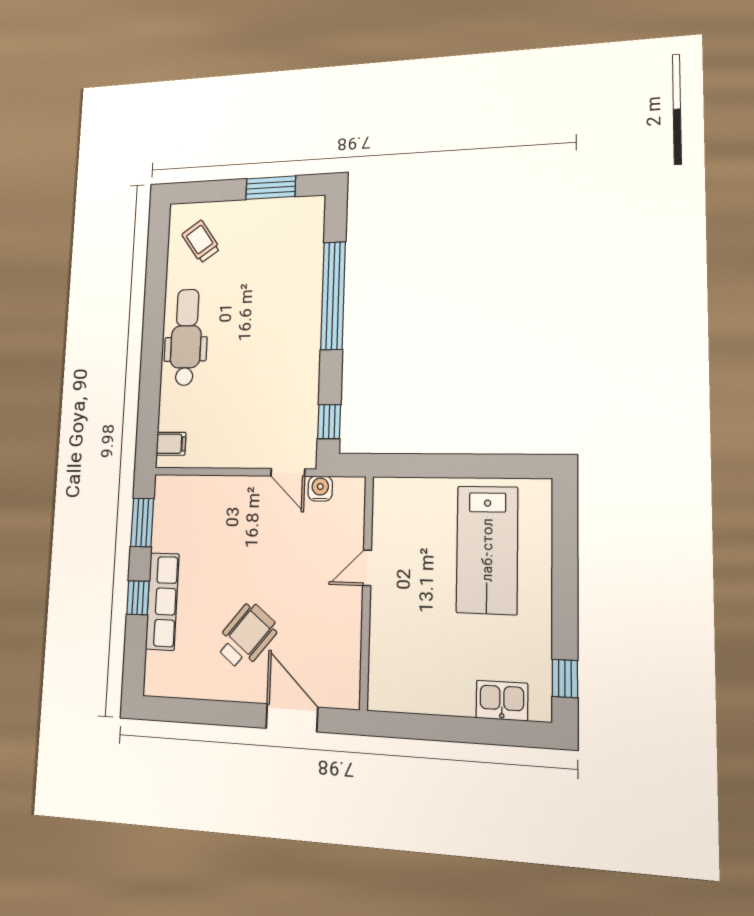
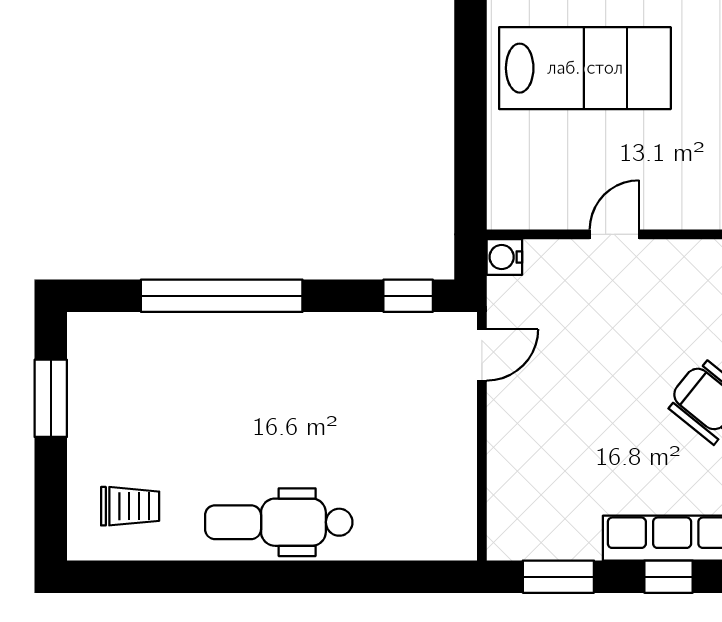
trolley: (201, 242) -> (130, 506), turned -145
filing cabinet: (171, 444) -> (441, 538), removed
water cooler: (320, 489) -> (504, 257), moved
door: (367, 568) -> (614, 234), swing flipped

